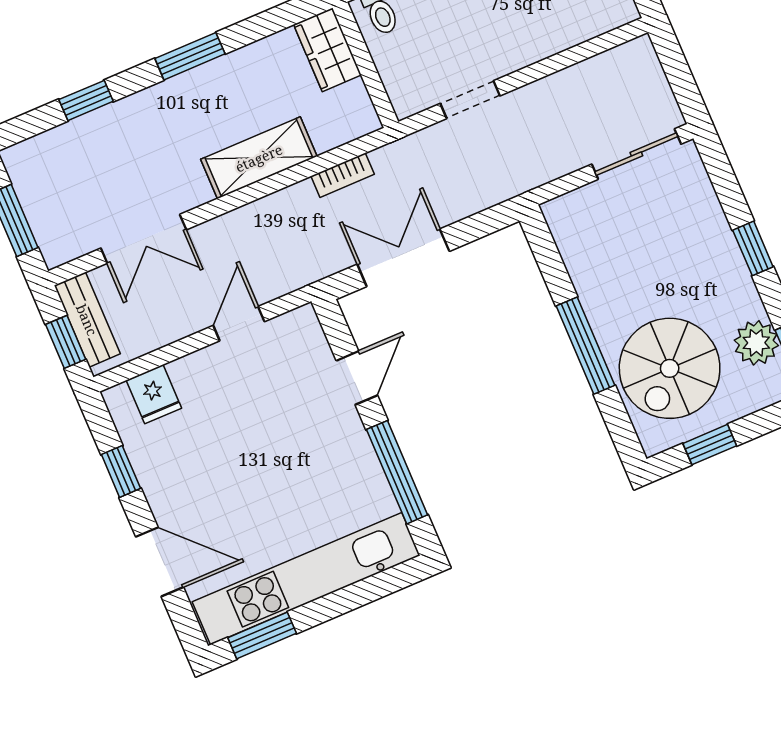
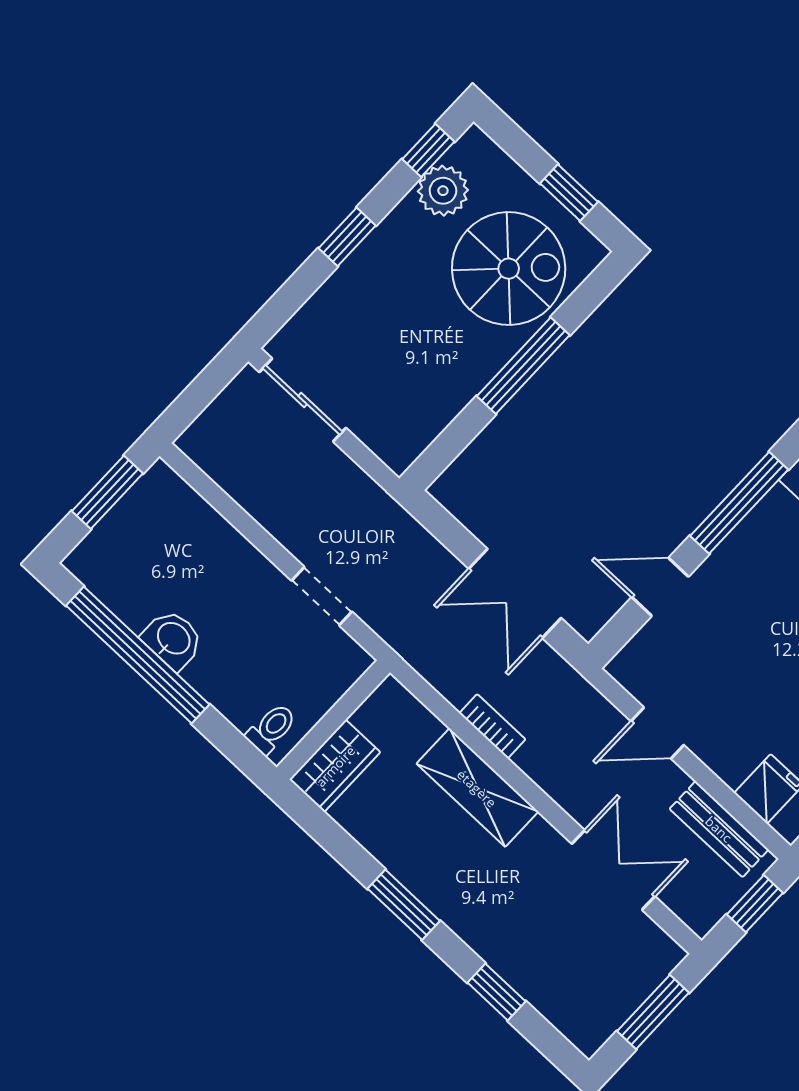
bookcase: (343, 175) -> (492, 726), moved
bench: (87, 320) -> (719, 829), moved, turned 90

